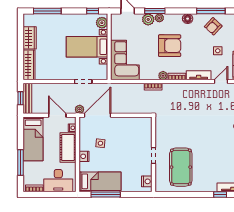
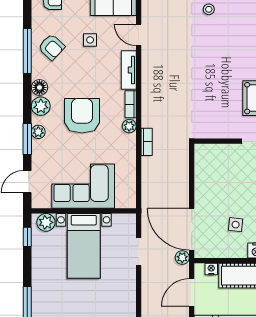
plant: (148, 19) -> (41, 106), moved
corner sofa: (125, 60) -> (83, 186), moved

